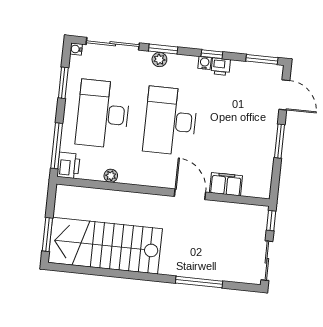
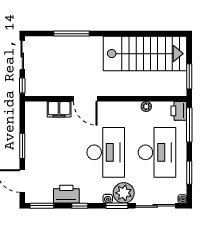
plant: (159, 59) -> (124, 193), width x1.88, depth x1.88
water cooler: (205, 63) -> (108, 199), moved
printer: (221, 67) -> (66, 194), width x1.87, depth x1.48
window: (47, 235) -> (189, 76), moved

